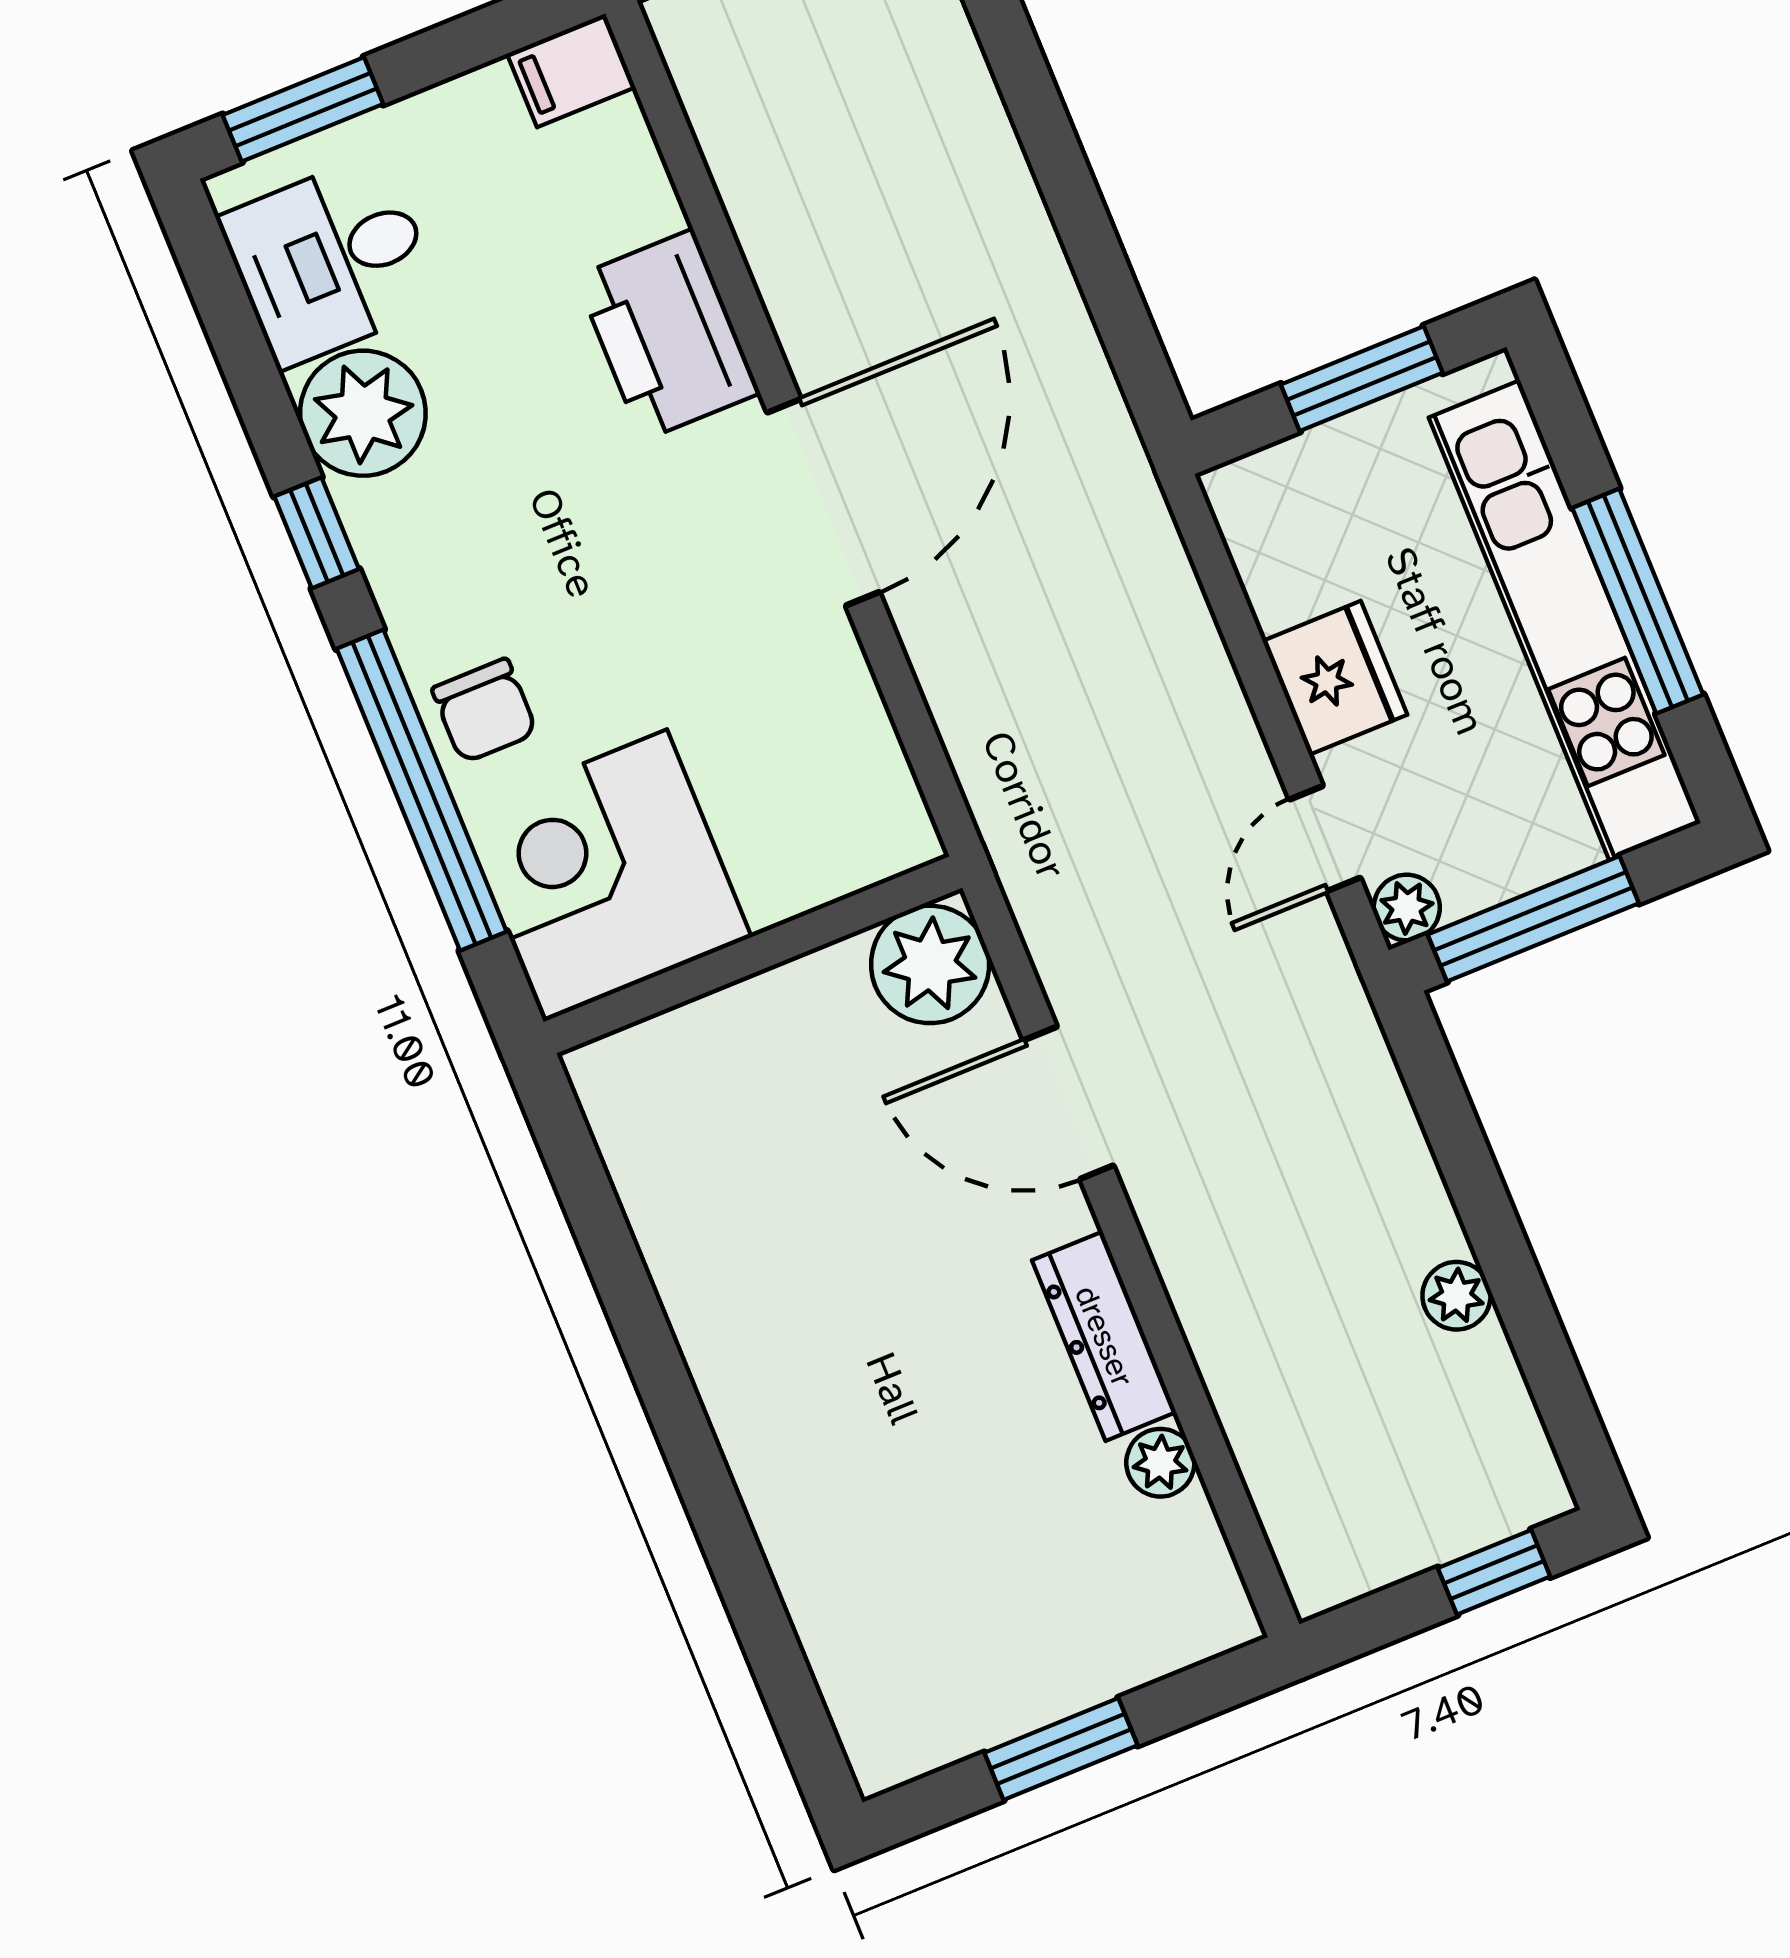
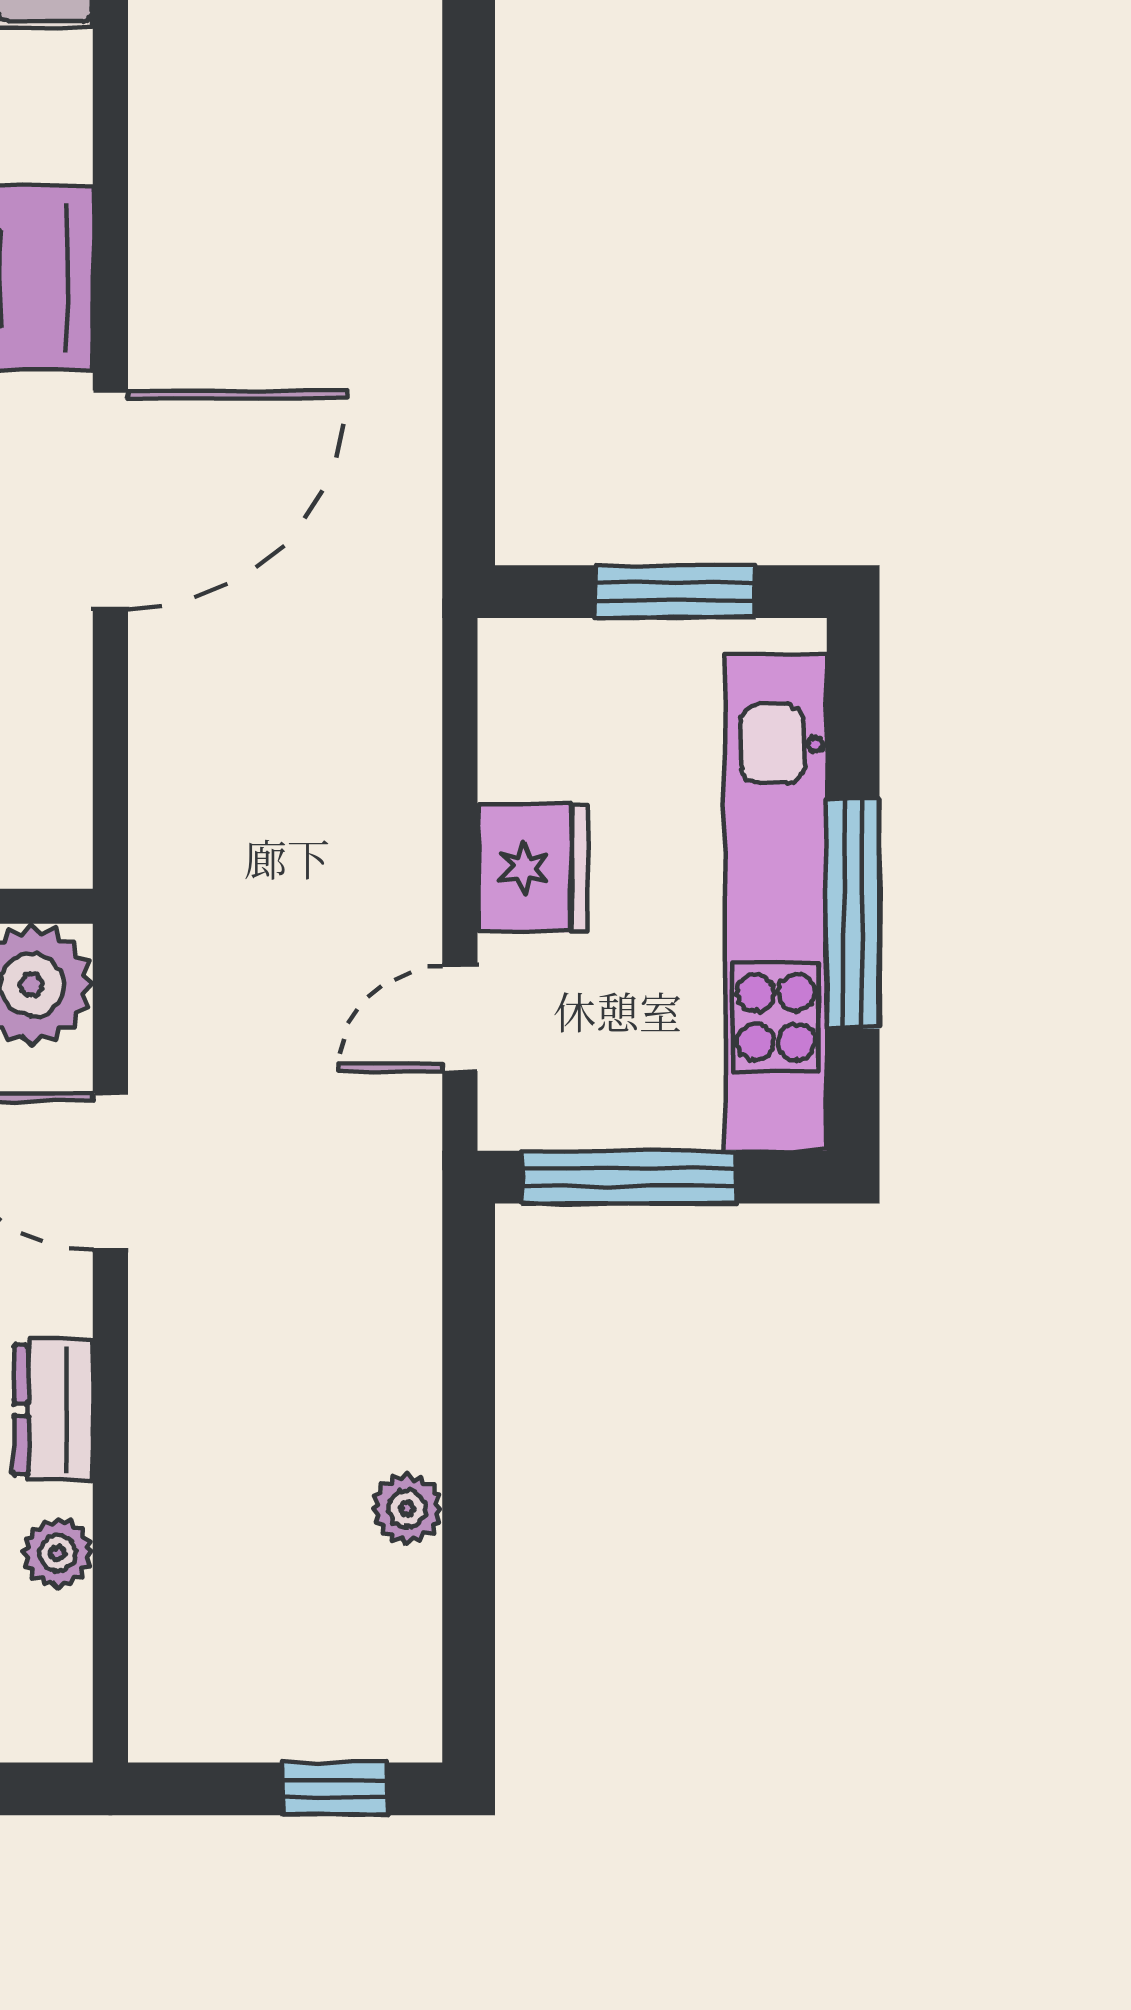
plant: (1407, 908) -> (512, 1117), removed
dresser: (1104, 1336) -> (53, 1410), width x0.70

